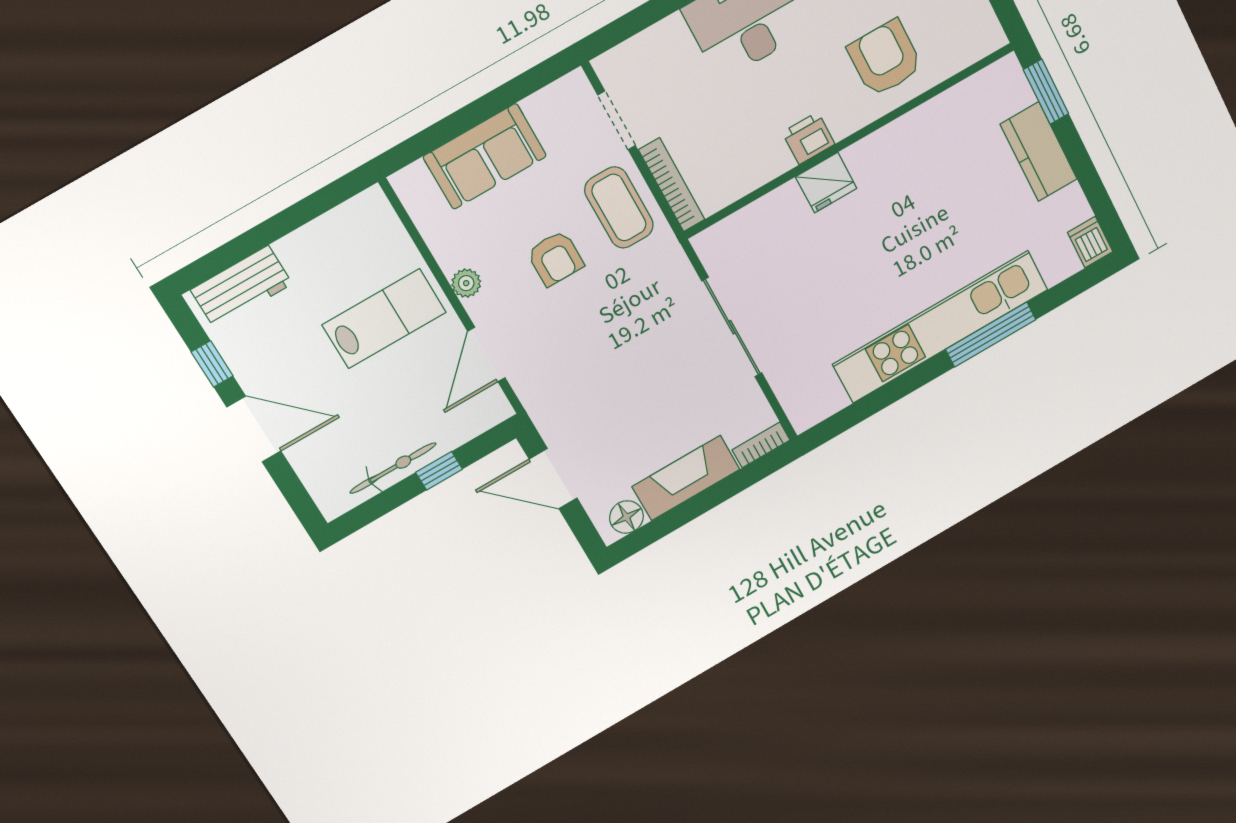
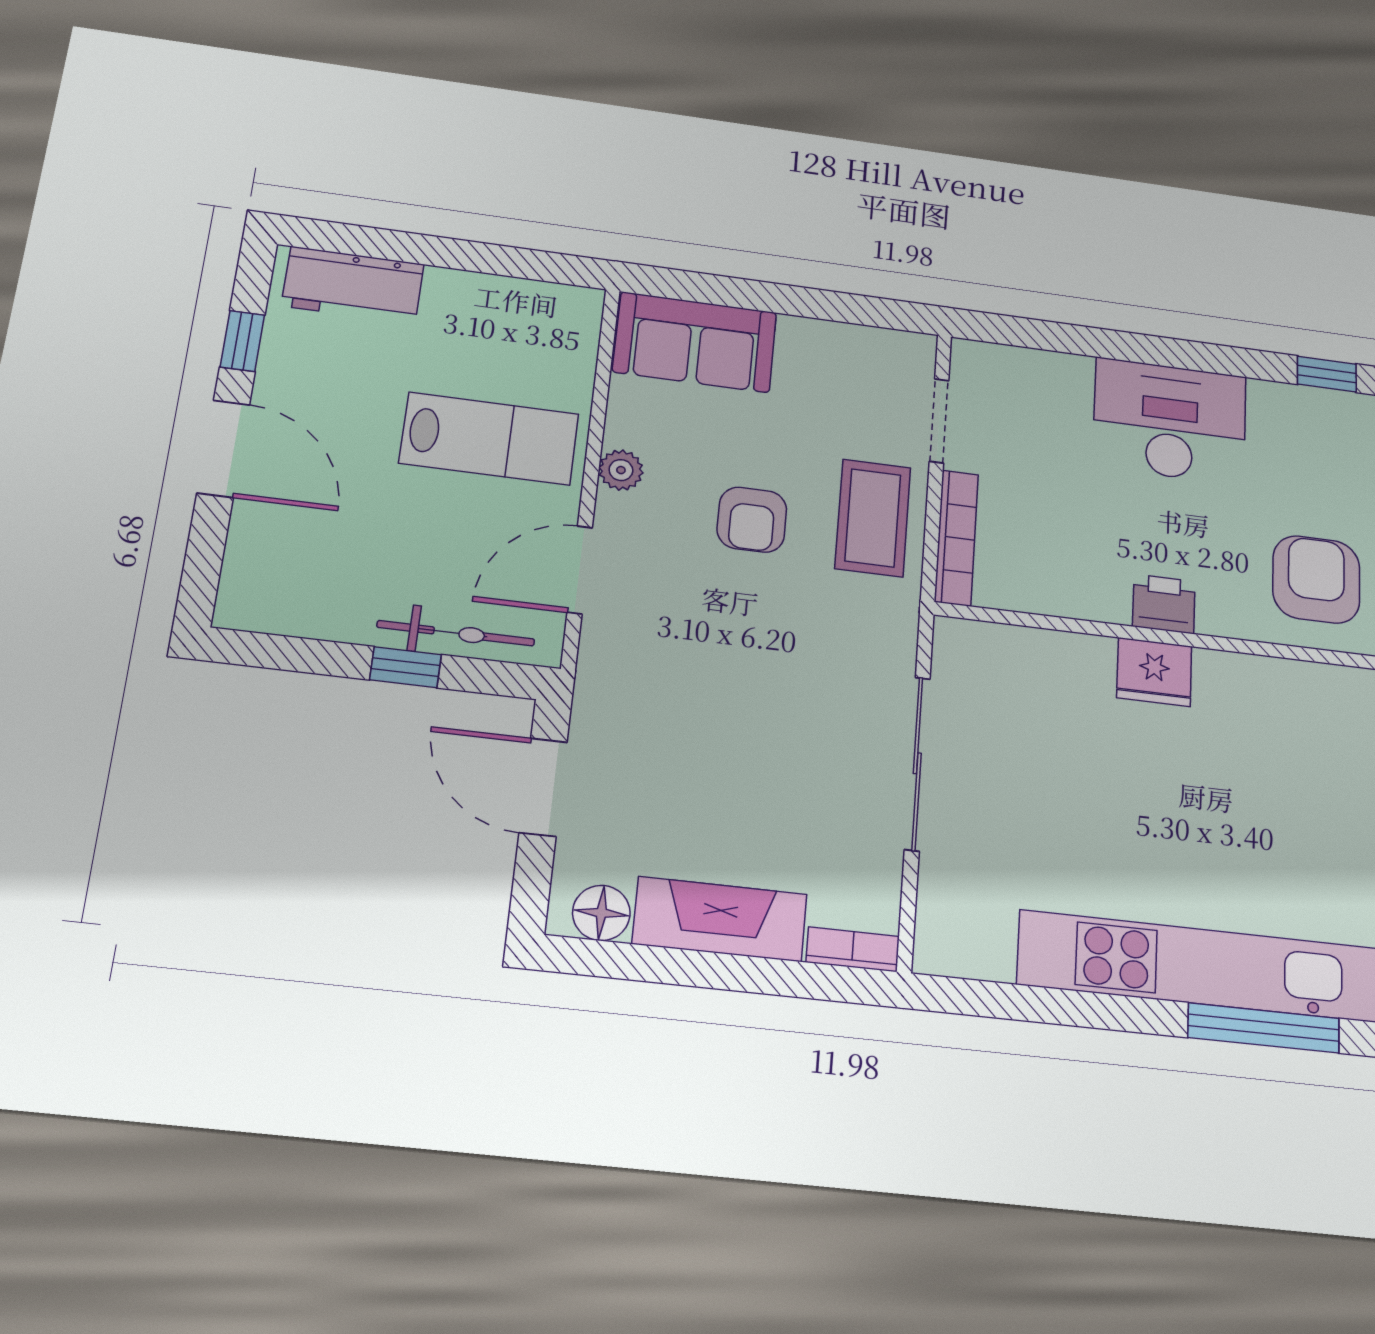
sofa: (485, 156) -> (695, 342), moved
bicycle: (393, 468) -> (456, 633), moved

